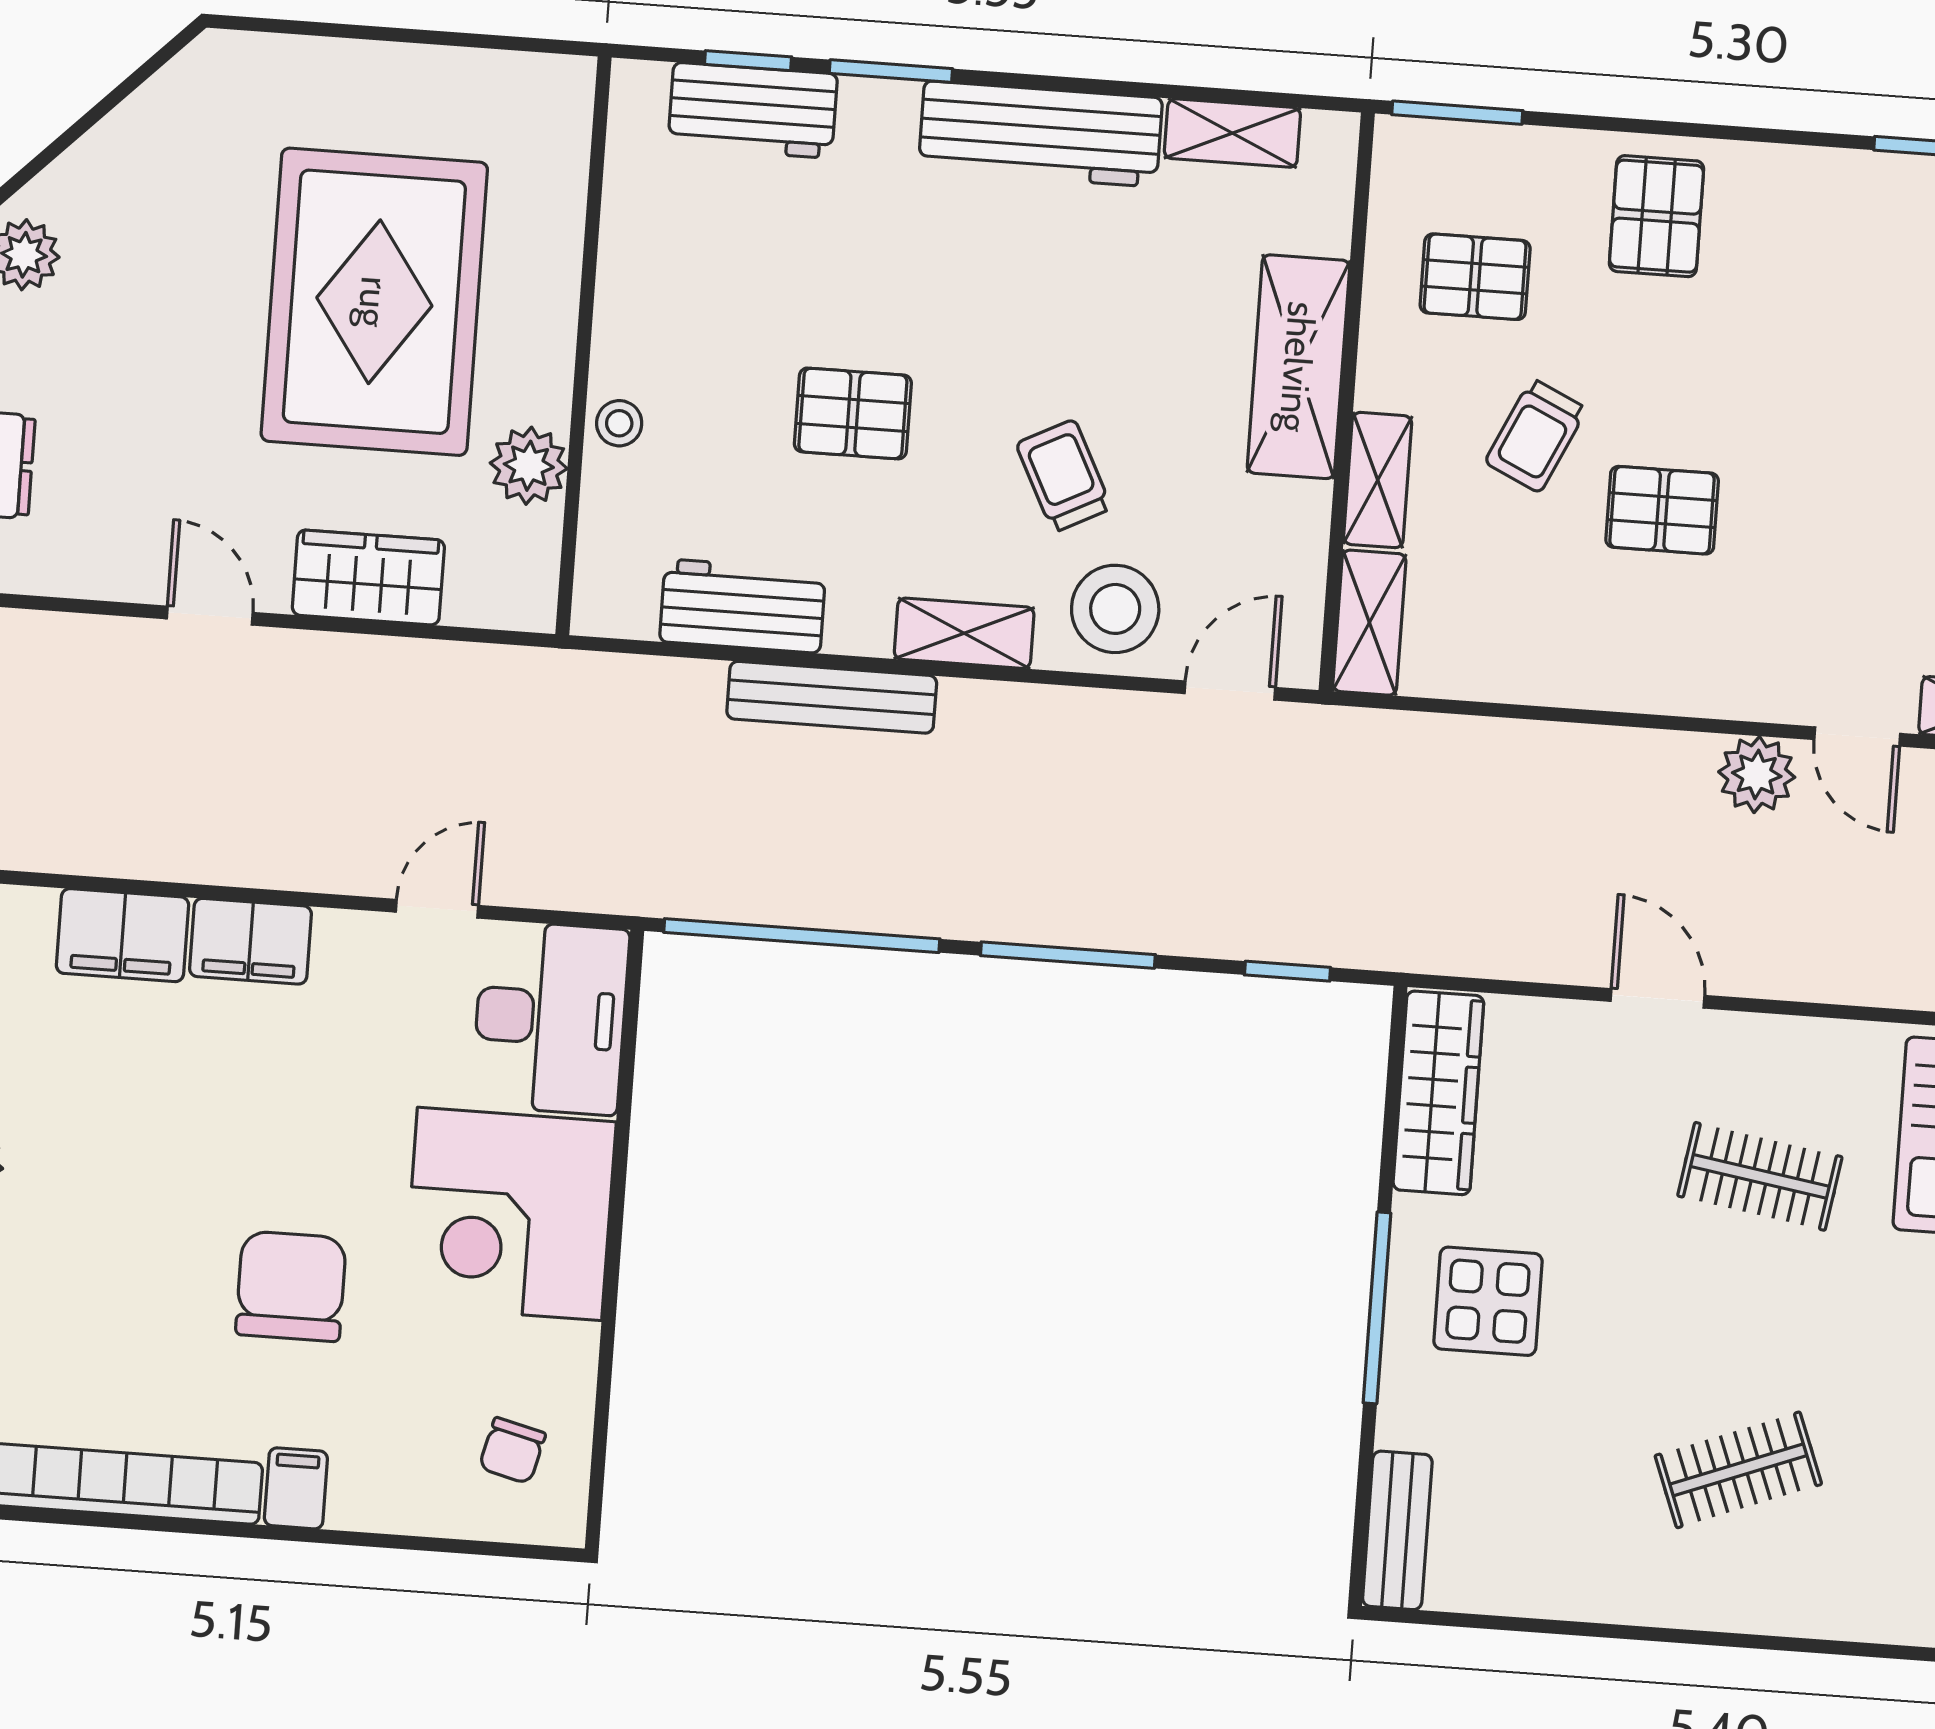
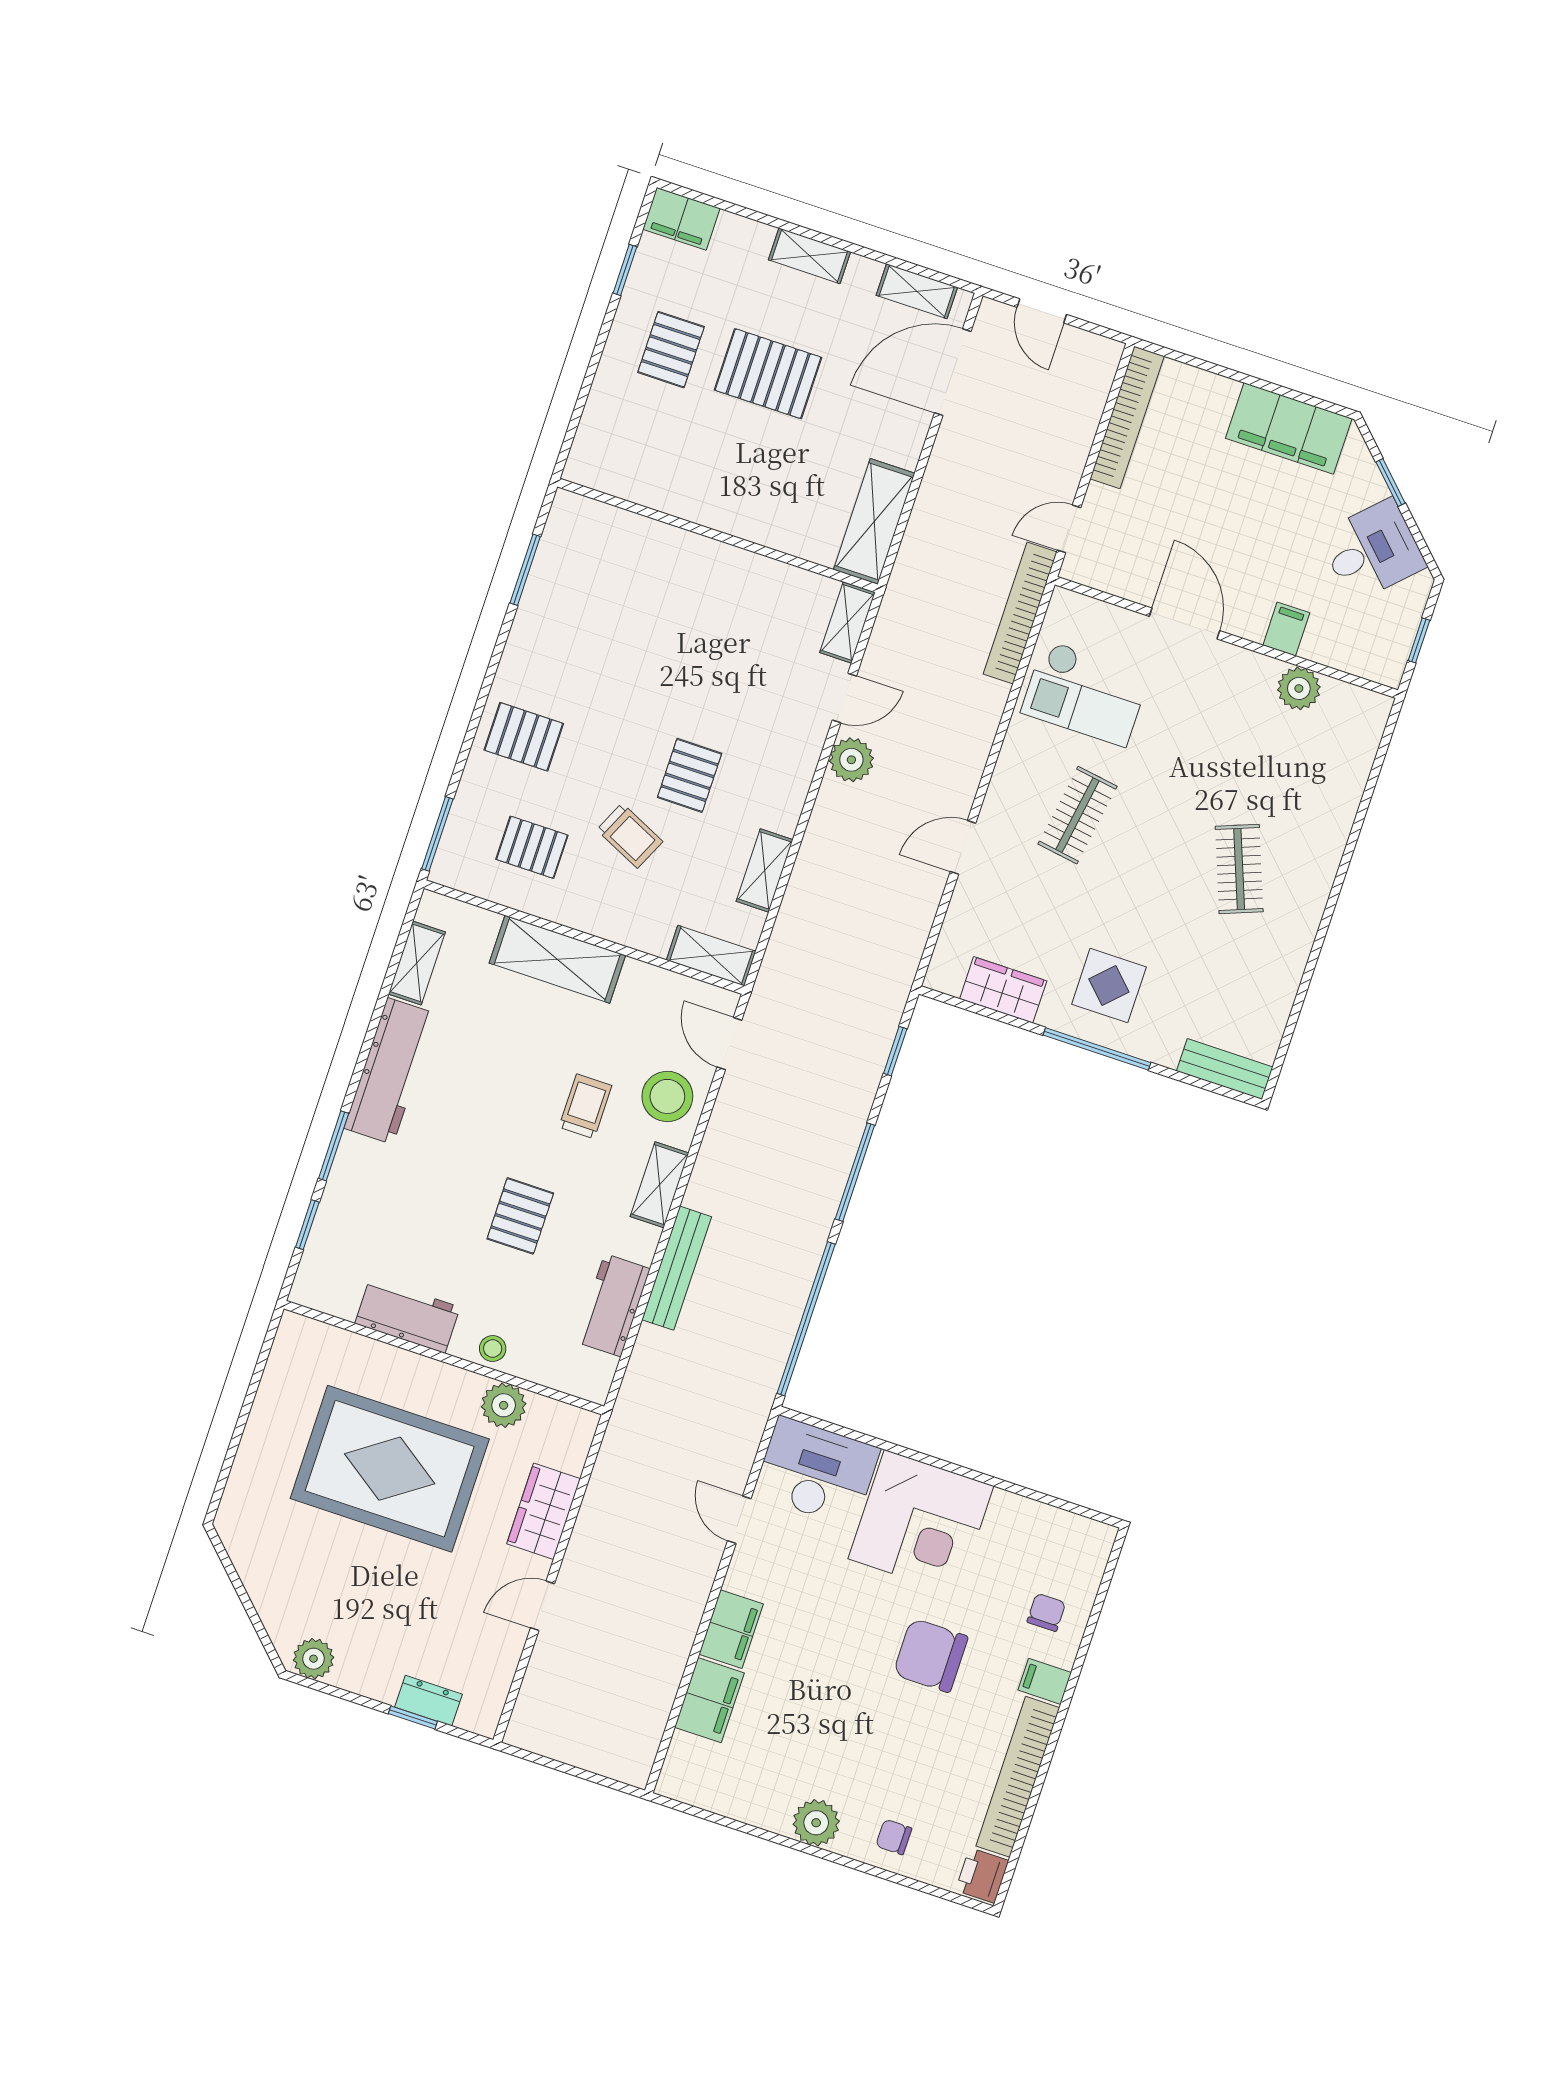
workbench: (753, 110) -> (408, 1315), moved, turned -90
pallet: (1475, 277) -> (532, 847), turned 90
trolley: (1064, 476) -> (585, 1106), turned 117
shelving: (1378, 480) -> (765, 870), moved, turned 90
wardrobe: (1438, 1093) -> (1003, 990), width x0.67
chair: (512, 1451) -> (1046, 1612), moved, turned -104

